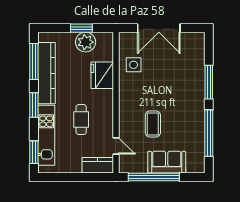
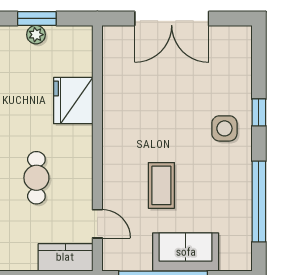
plant: (86, 42) -> (36, 35), width x0.53, depth x0.53
side table: (134, 65) -> (224, 128), moved
window: (209, 82) -> (259, 112), width x0.46

